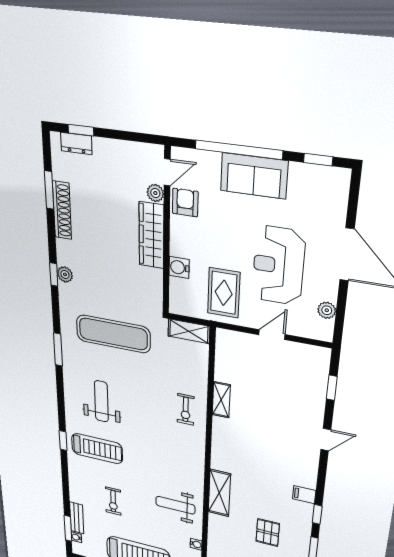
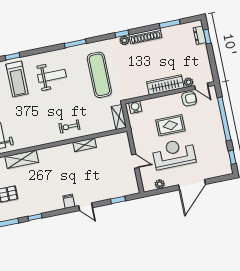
sofa: (254, 176) -> (214, 130), removed
shoe rack: (62, 210) -> (145, 36), moved
water cooler: (179, 267) -> (135, 107), moved
rug: (224, 293) -> (170, 125), moved
filing cabinet: (304, 495) -> (69, 201), moved

